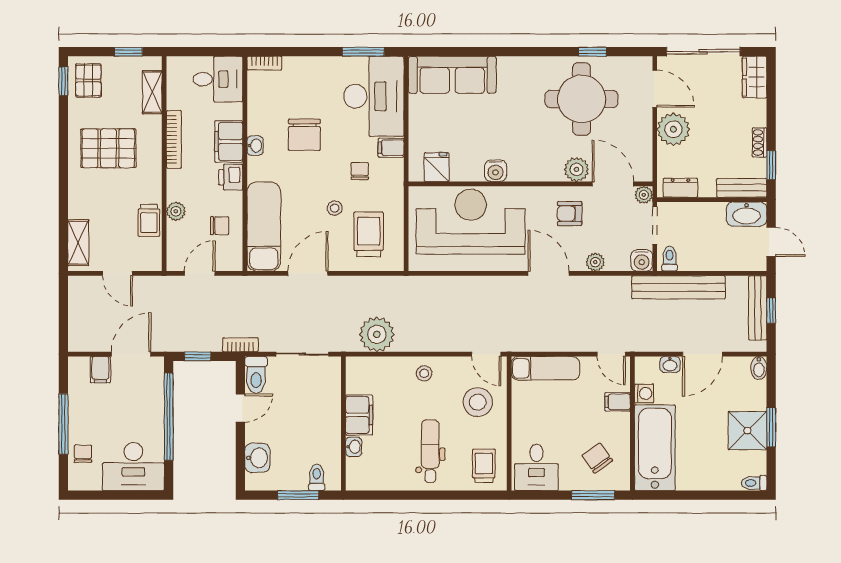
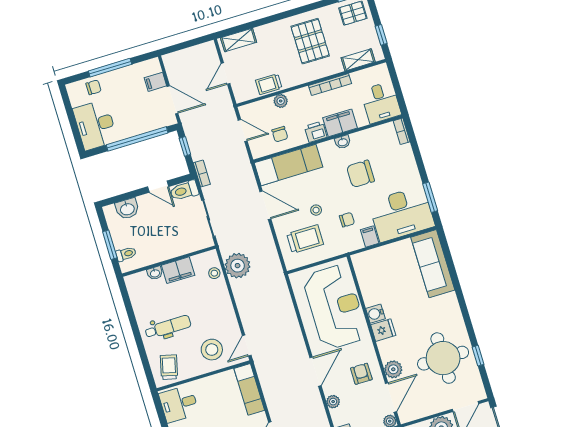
fridge: (437, 167) -> (383, 330), moved
stool: (424, 373) -> (214, 273), moved
trolley: (484, 466) -> (169, 367), turned -76

